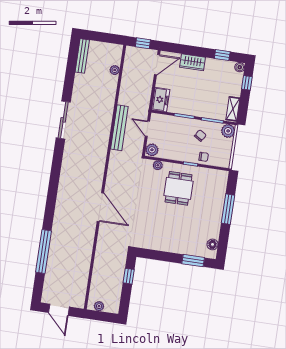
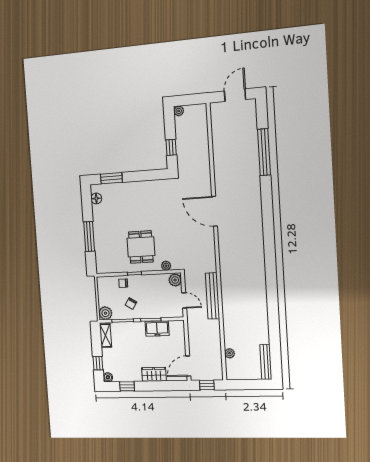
freezer: (161, 100) -> (157, 328), moved, turned -90
sliding door: (63, 120) -> (272, 293), removed
plant: (99, 306) -> (179, 111), moved
door: (59, 310) -> (235, 95), hinge flipped

